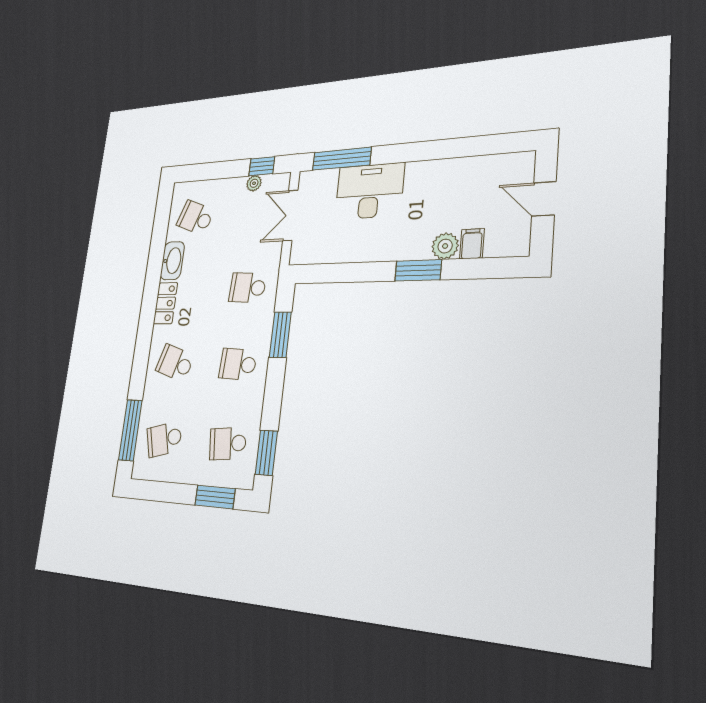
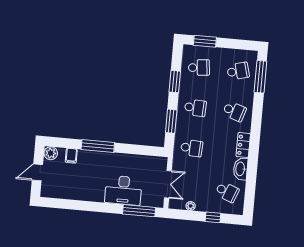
window: (262, 166) -> (213, 217), moved
door: (544, 199) -> (37, 172), swing flipped
plant: (445, 246) -> (51, 153), moved
window: (418, 270) -> (98, 146), width x1.44
window: (266, 453) -> (175, 82), moved

